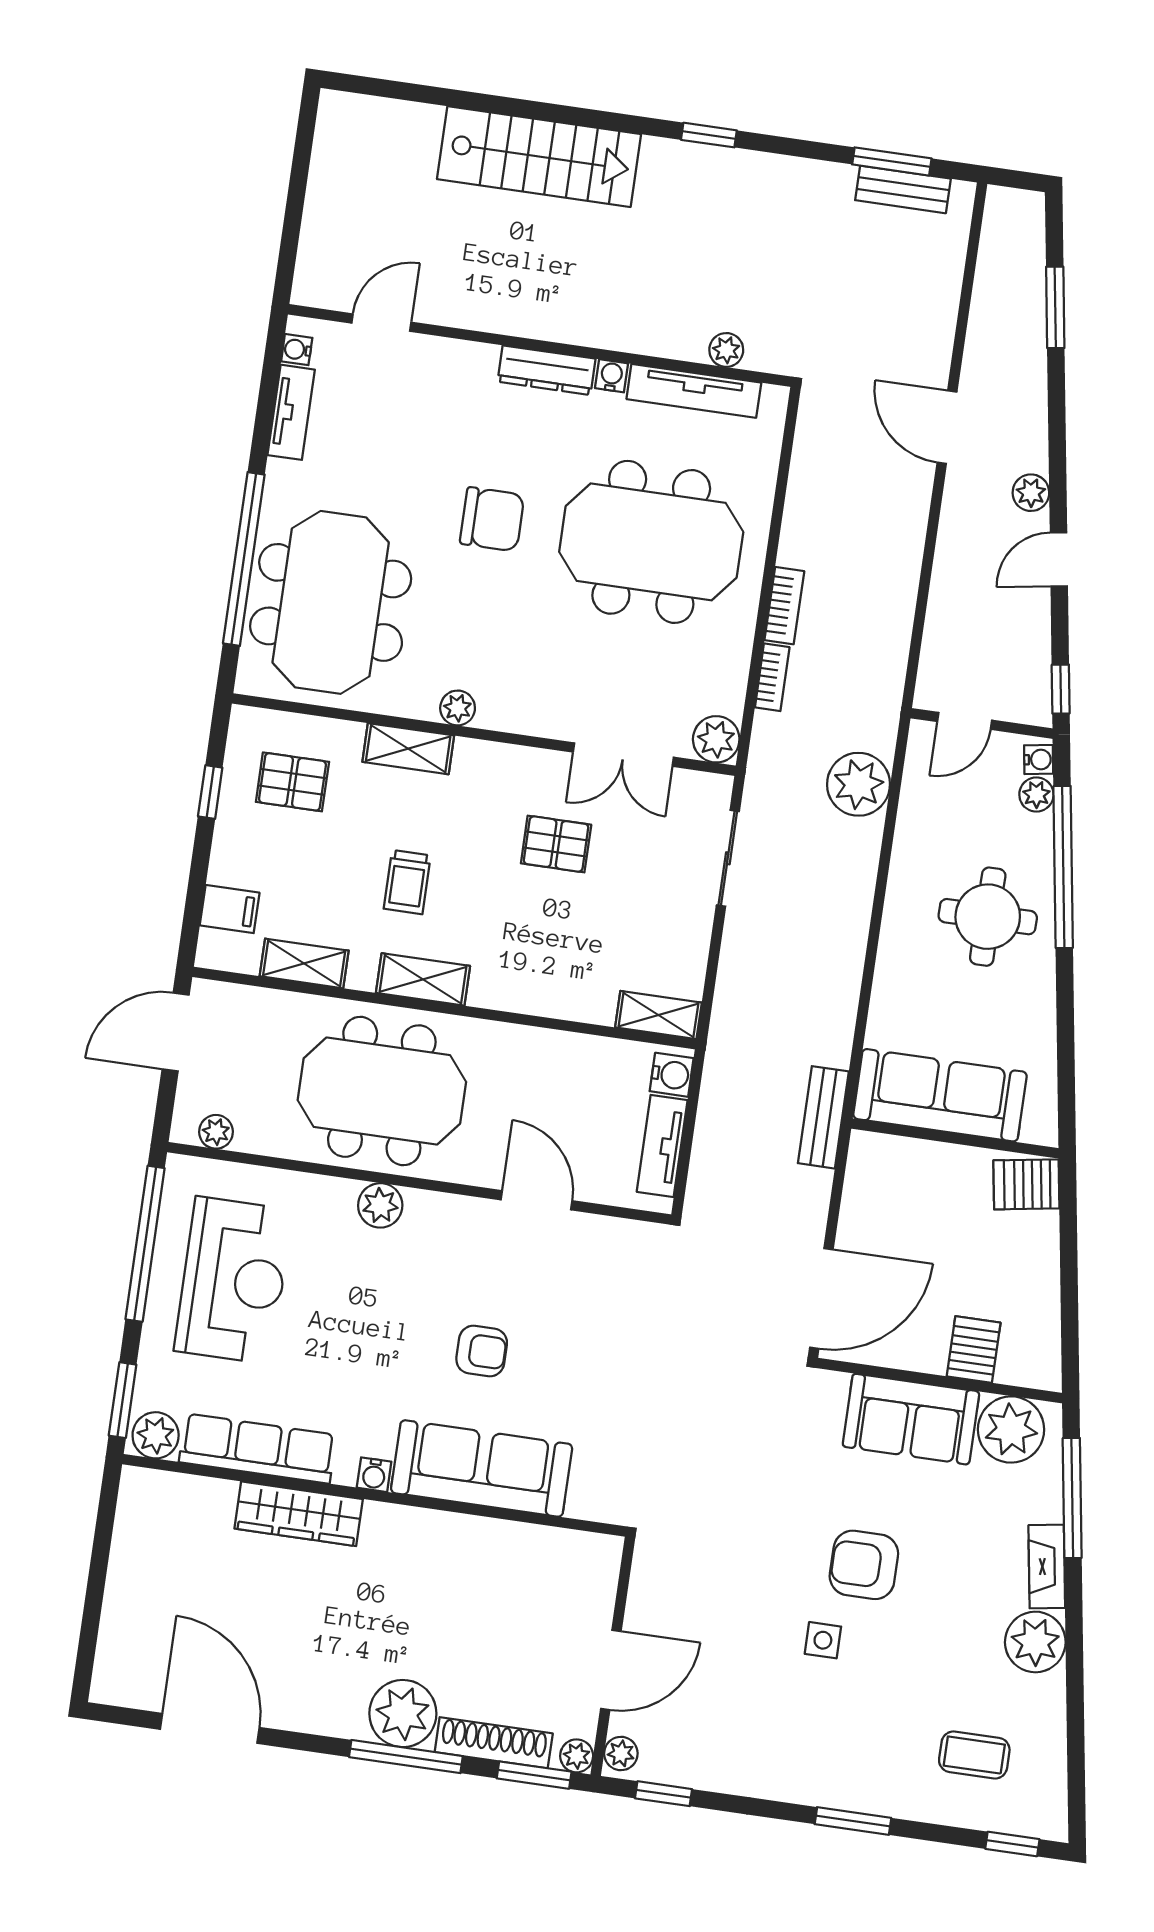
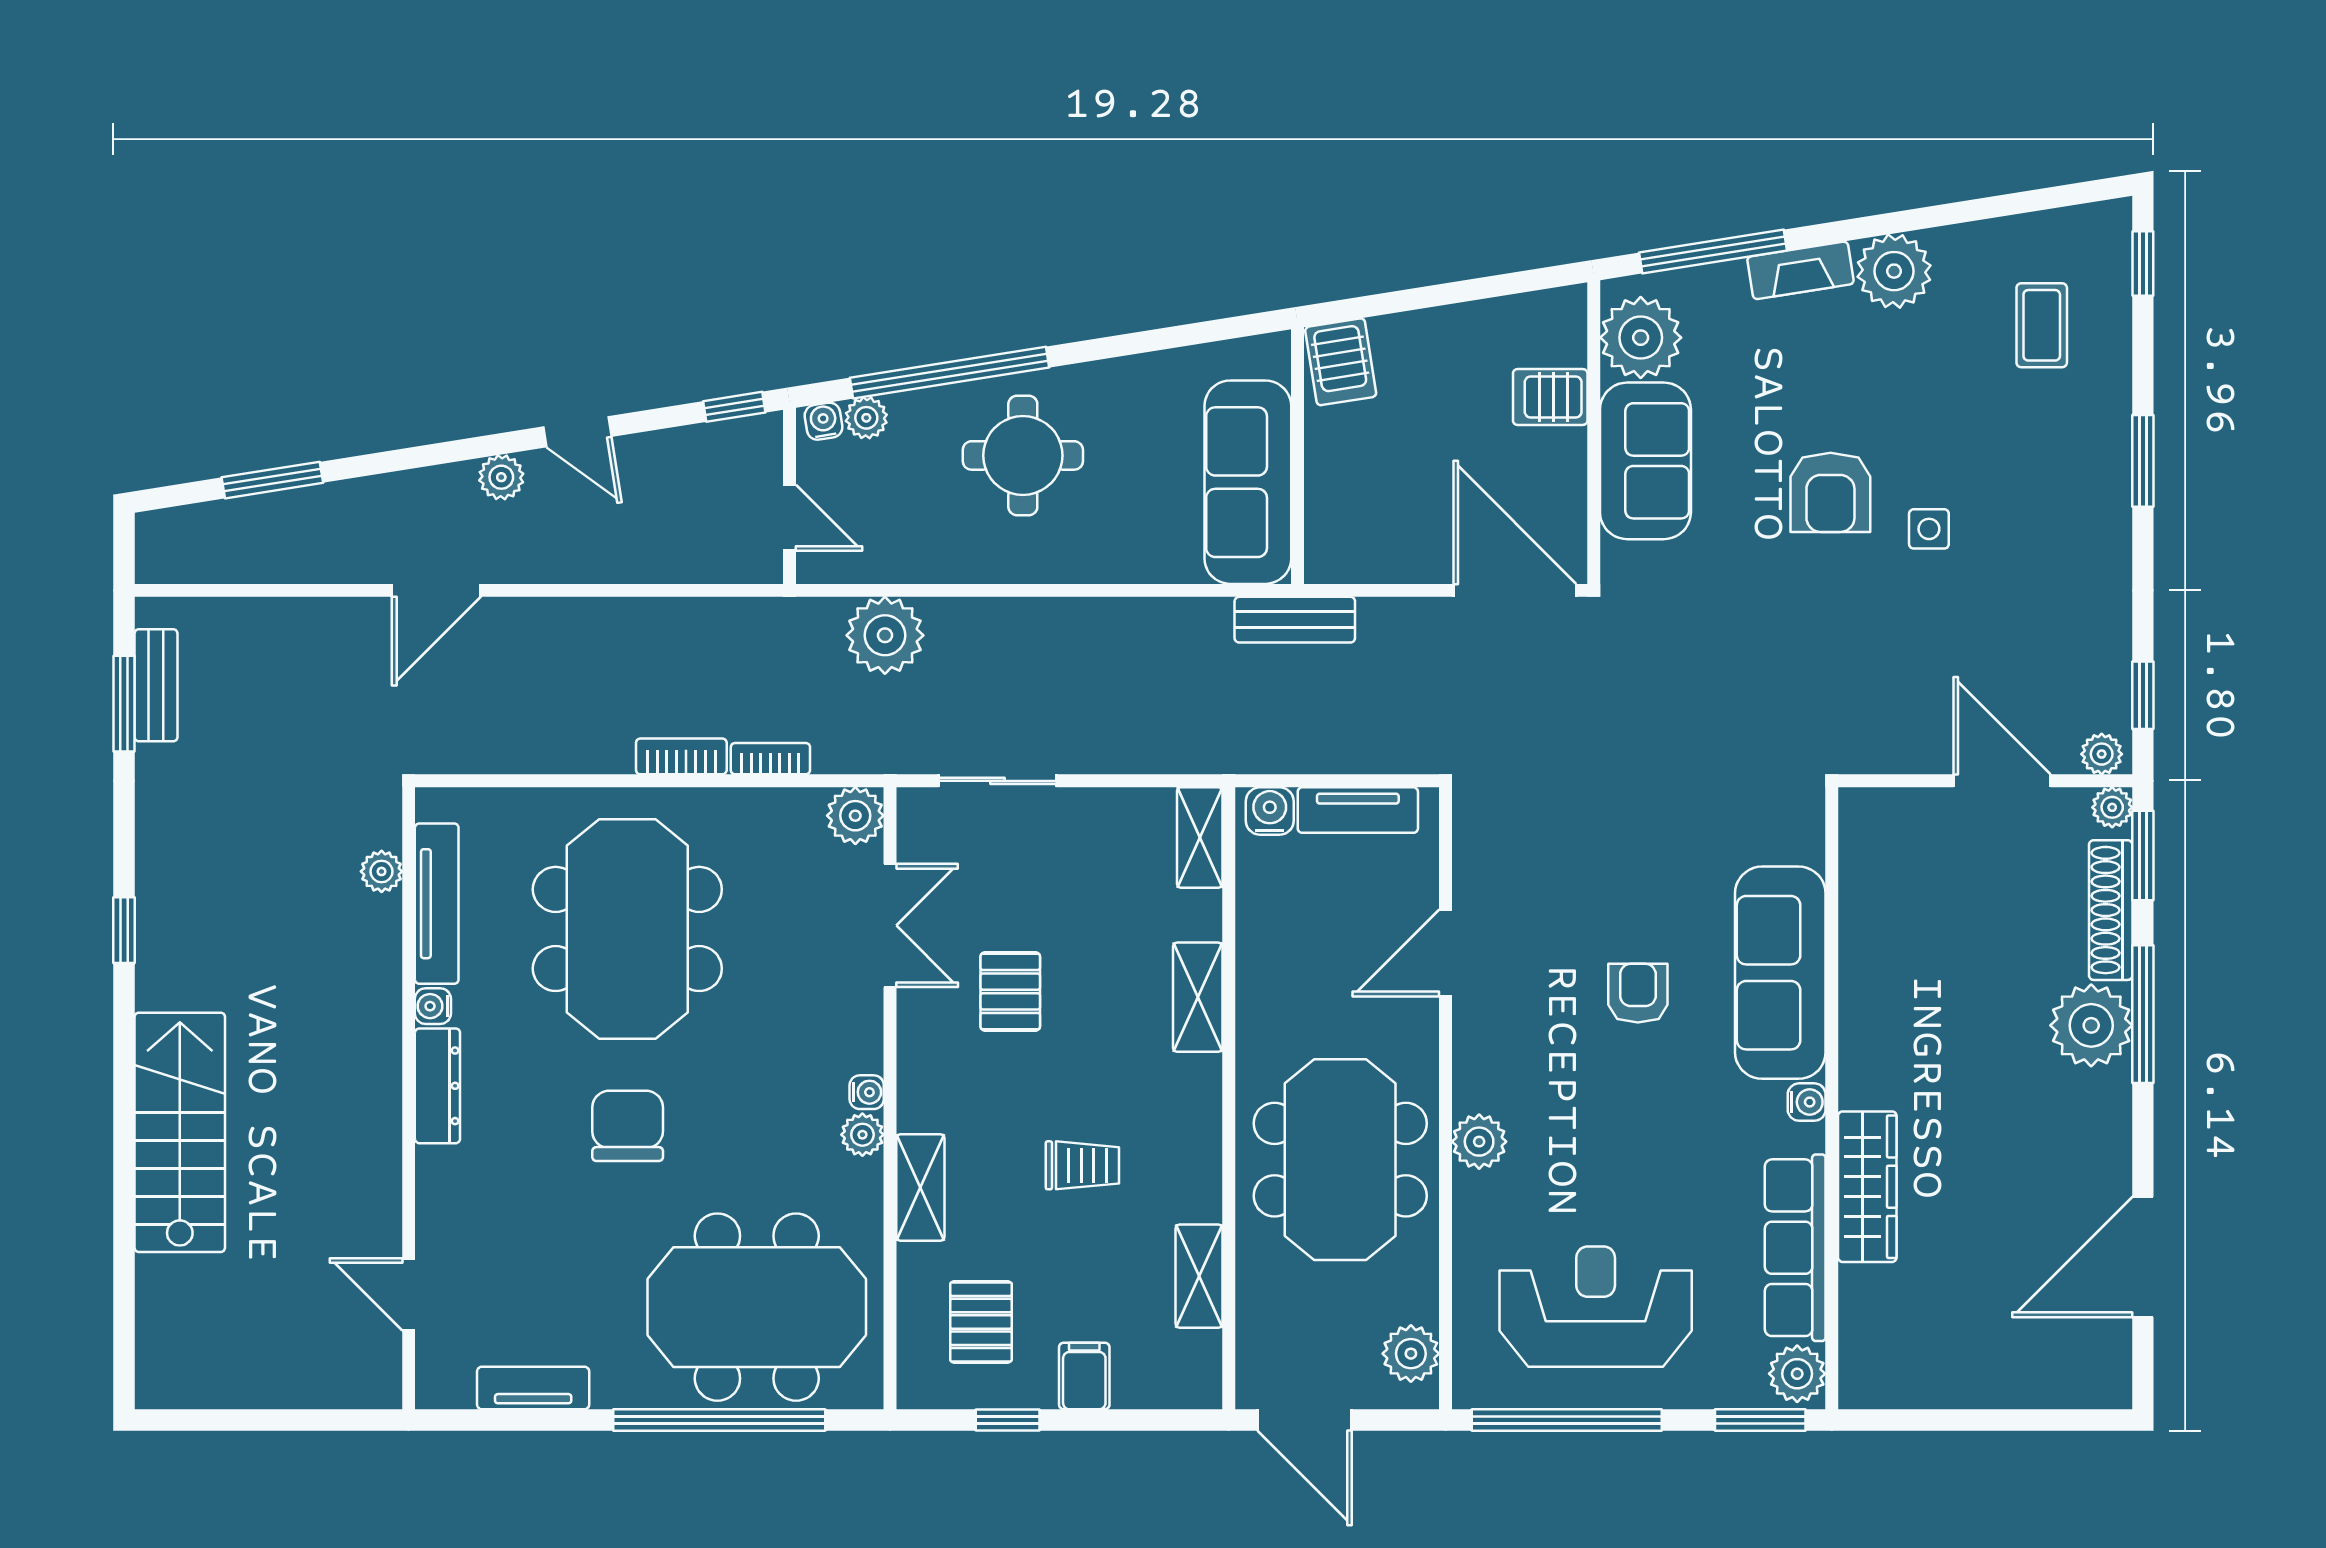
water cooler: (297, 350) -> (867, 1092), moved, turned -90
filing cabinet: (230, 909) -> (1084, 1376), moved
shelving: (423, 979) -> (1198, 997), moved
plant: (216, 1132) -> (1411, 1354), width x1.38, depth x1.38

